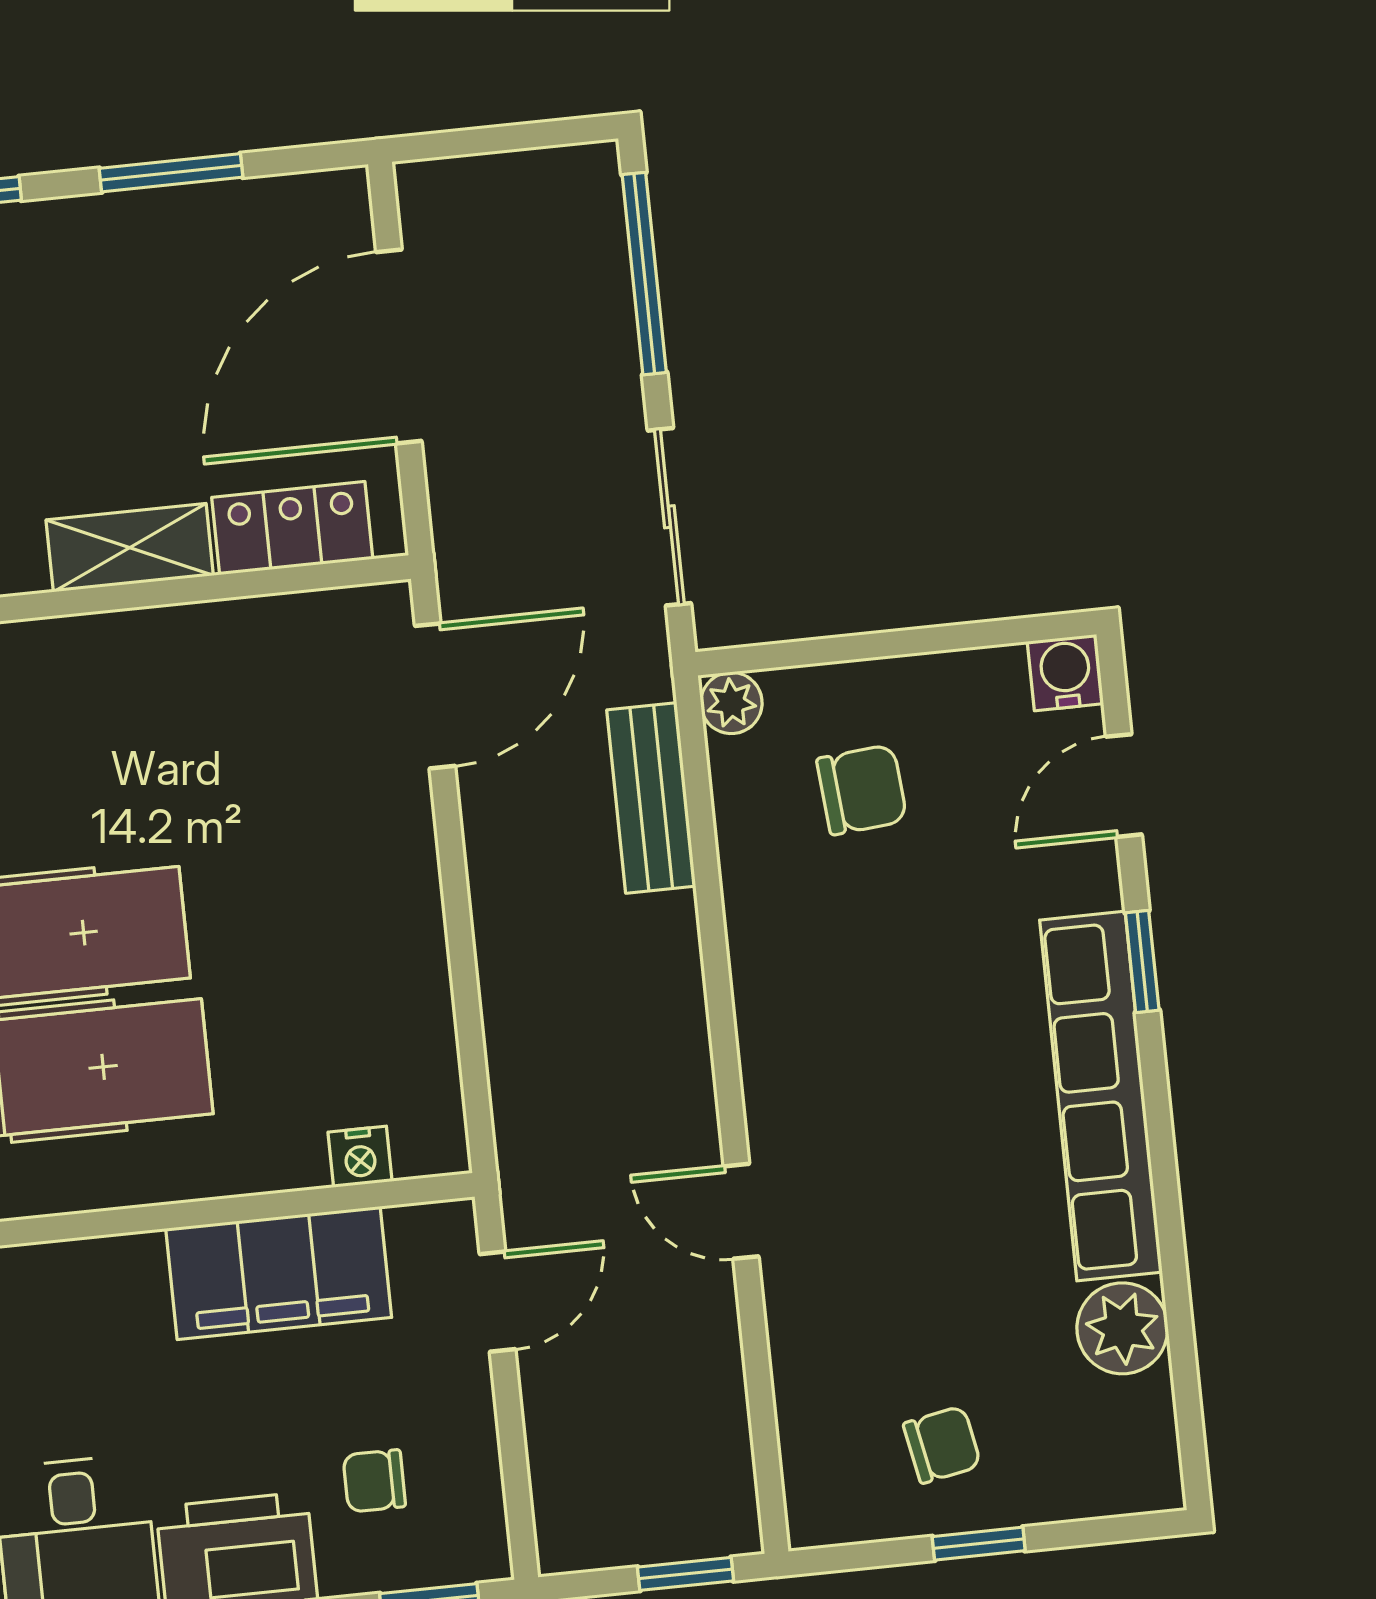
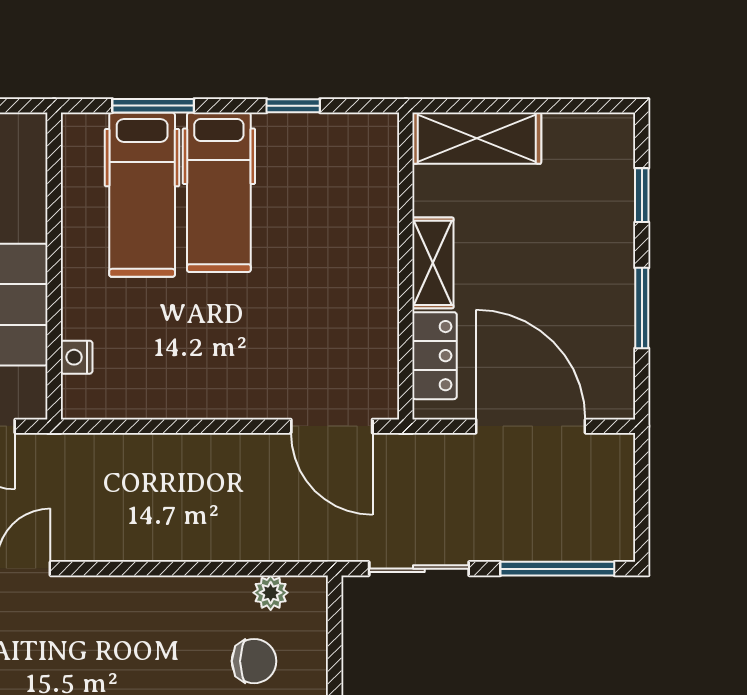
plant: (731, 703) -> (271, 593), moved
chair: (862, 790) -> (254, 661), turned -85
bench: (651, 798) -> (262, 542), removed

